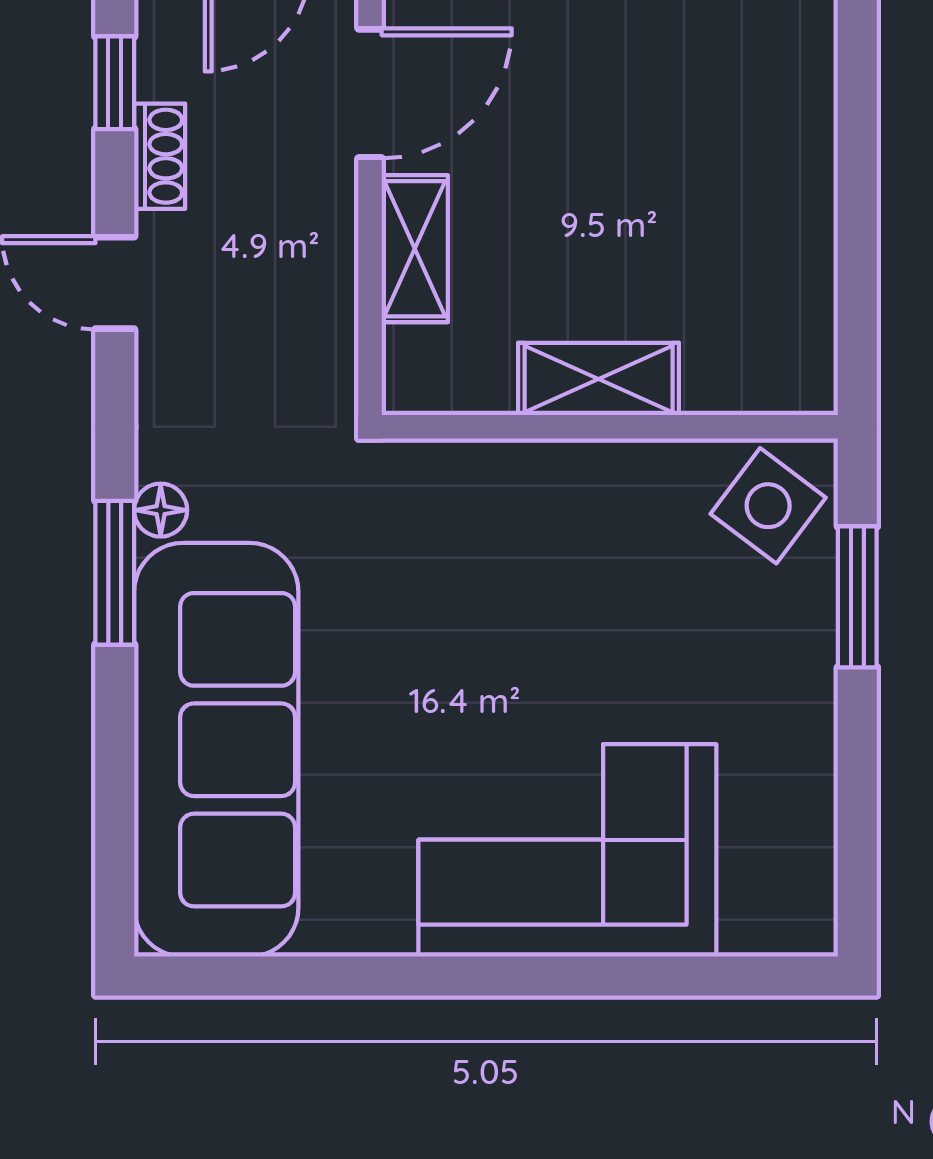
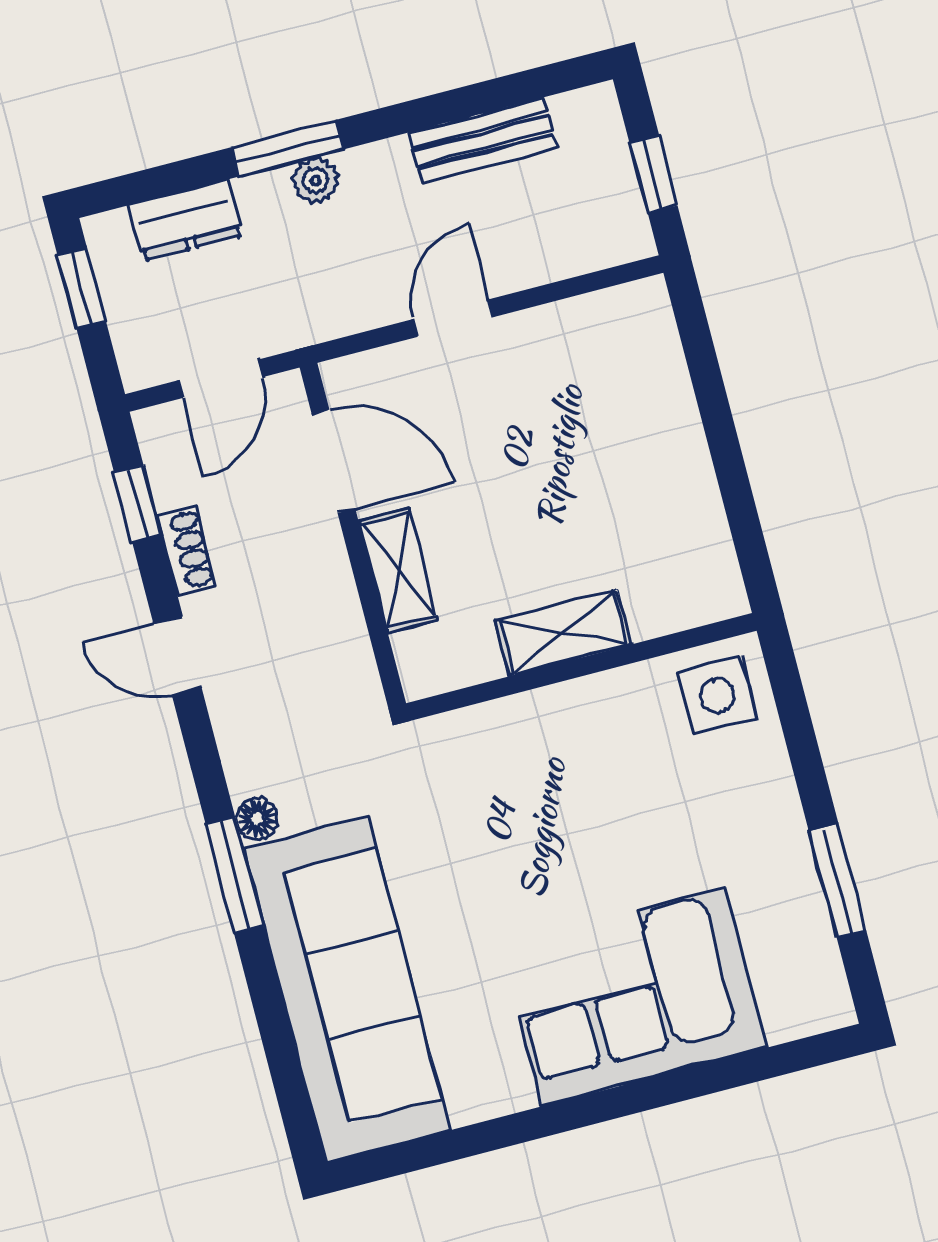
door: (370, 93) -> (334, 461), hinge flipped
side table: (768, 506) -> (717, 696), turned -37
window: (857, 597) -> (838, 881), moved

